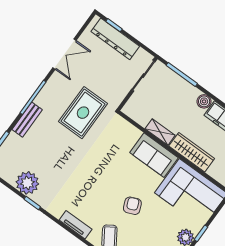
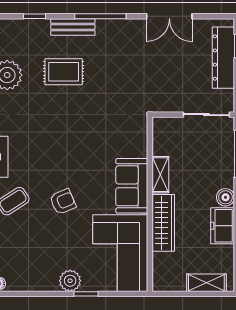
rug: (83, 113) -> (64, 72), moved, width x0.73, depth x0.70

